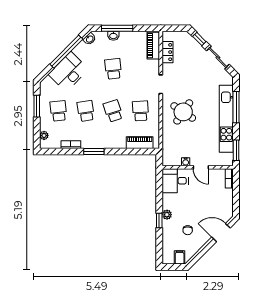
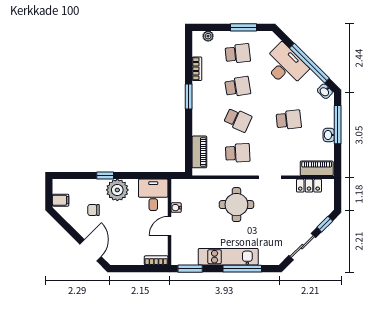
washbasin: (113, 36) -> (329, 135), moved
school desk: (113, 111) -> (238, 120), turned 42
round table: (183, 112) -> (236, 205), turned -34
kitchen unit: (226, 119) -> (228, 257), width x0.73
plant: (167, 215) -> (117, 190), width x1.87, depth x1.87

